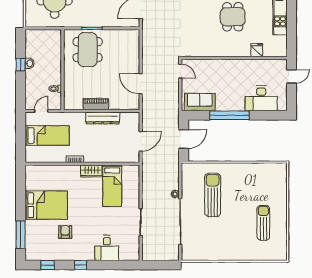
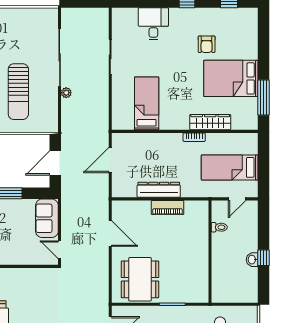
dining table: (88, 50) -> (140, 279), moved
sofa: (200, 102) -> (47, 218), moved, turned 90
wardrobe: (91, 171) -> (210, 122), moved, width x1.50
window: (21, 235) -> (263, 97), moved

